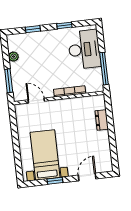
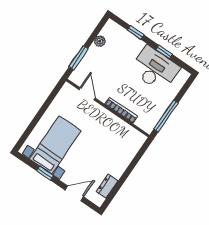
desk: (84, 49) -> (155, 69), moved, turned -90
dresser: (102, 120) -> (107, 186), moved

